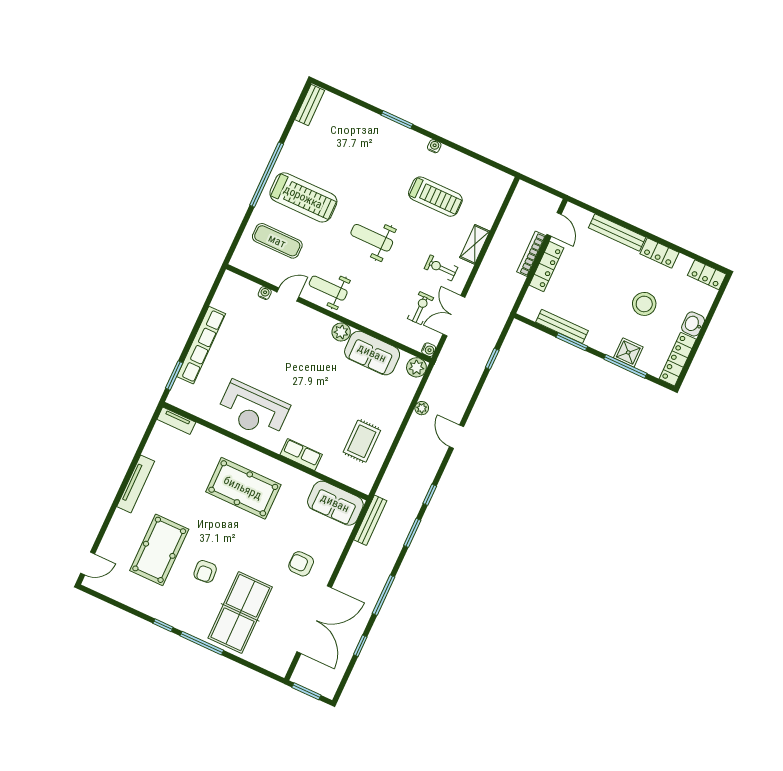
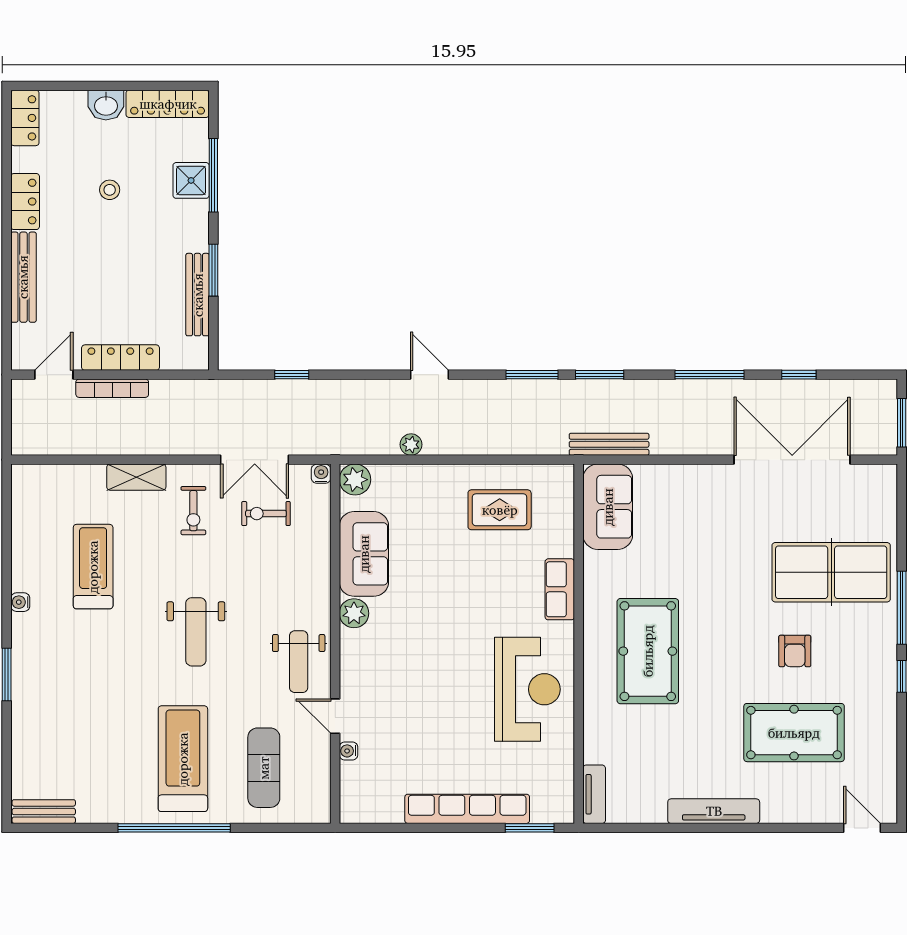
stool: (644, 304) -> (110, 190), width x0.53, depth x0.53
door: (456, 437) -> (429, 375), swing flipped
window: (430, 495) -> (532, 375), width x1.50
armchair: (301, 564) -> (719, 516), removed
armchair: (205, 571) -> (795, 651), turned 95

